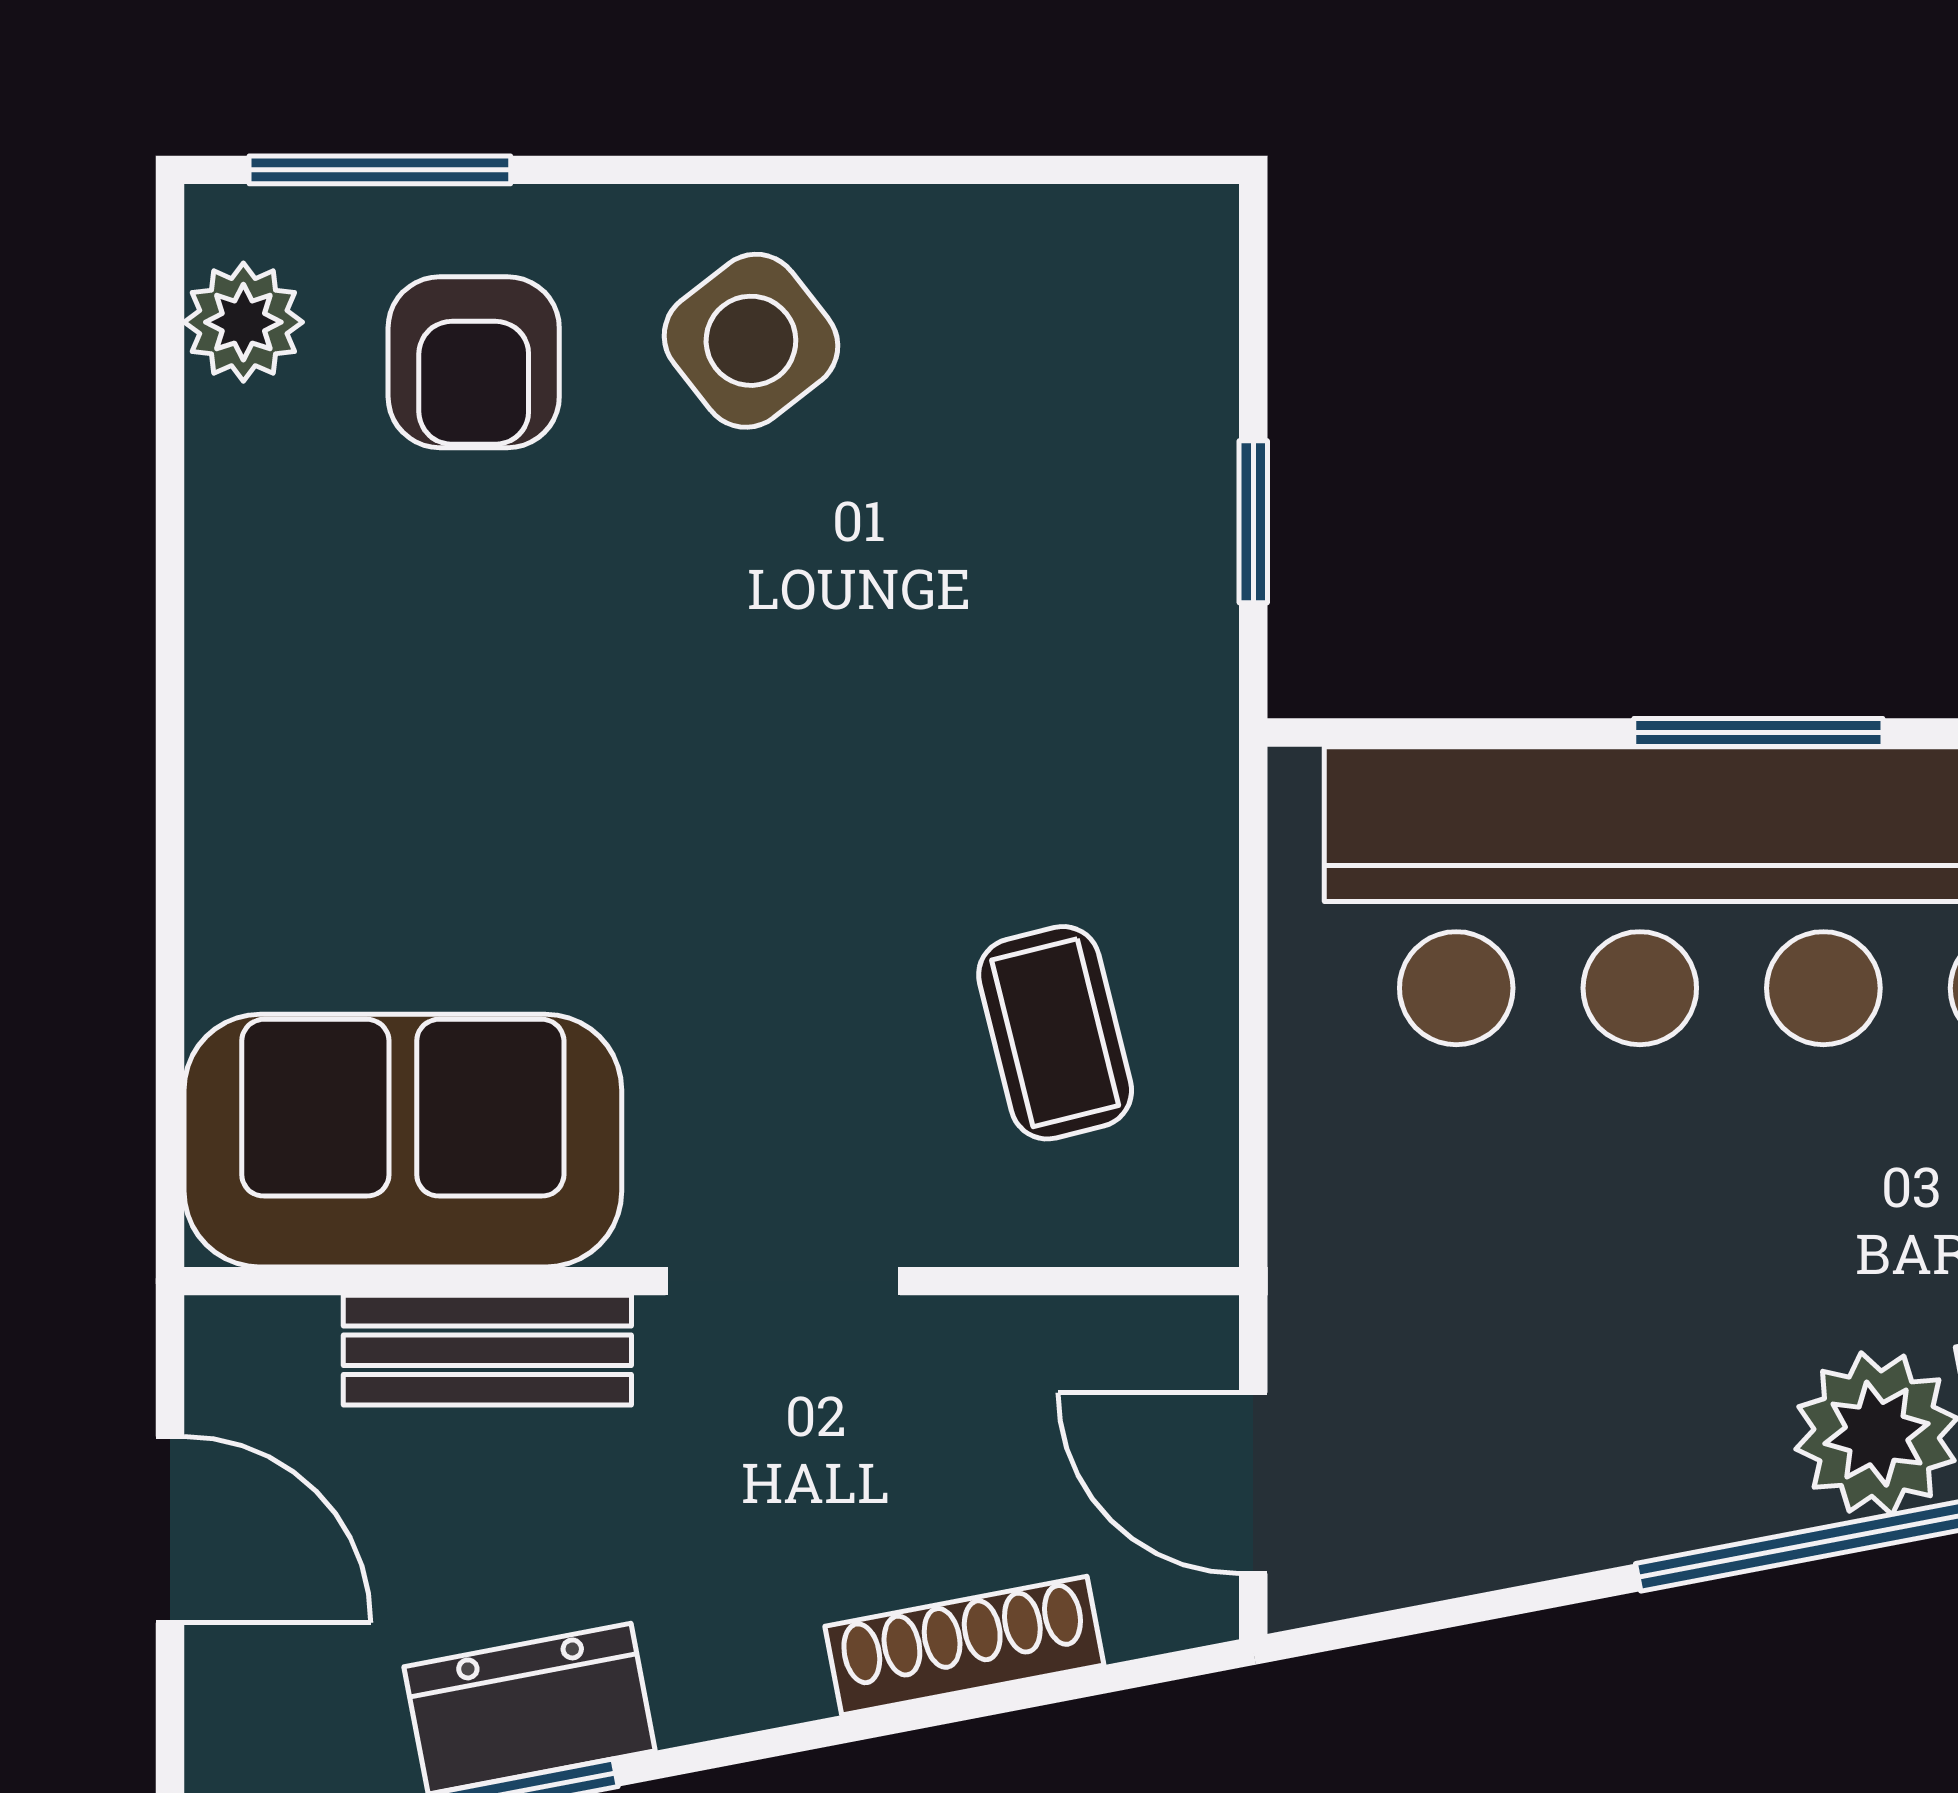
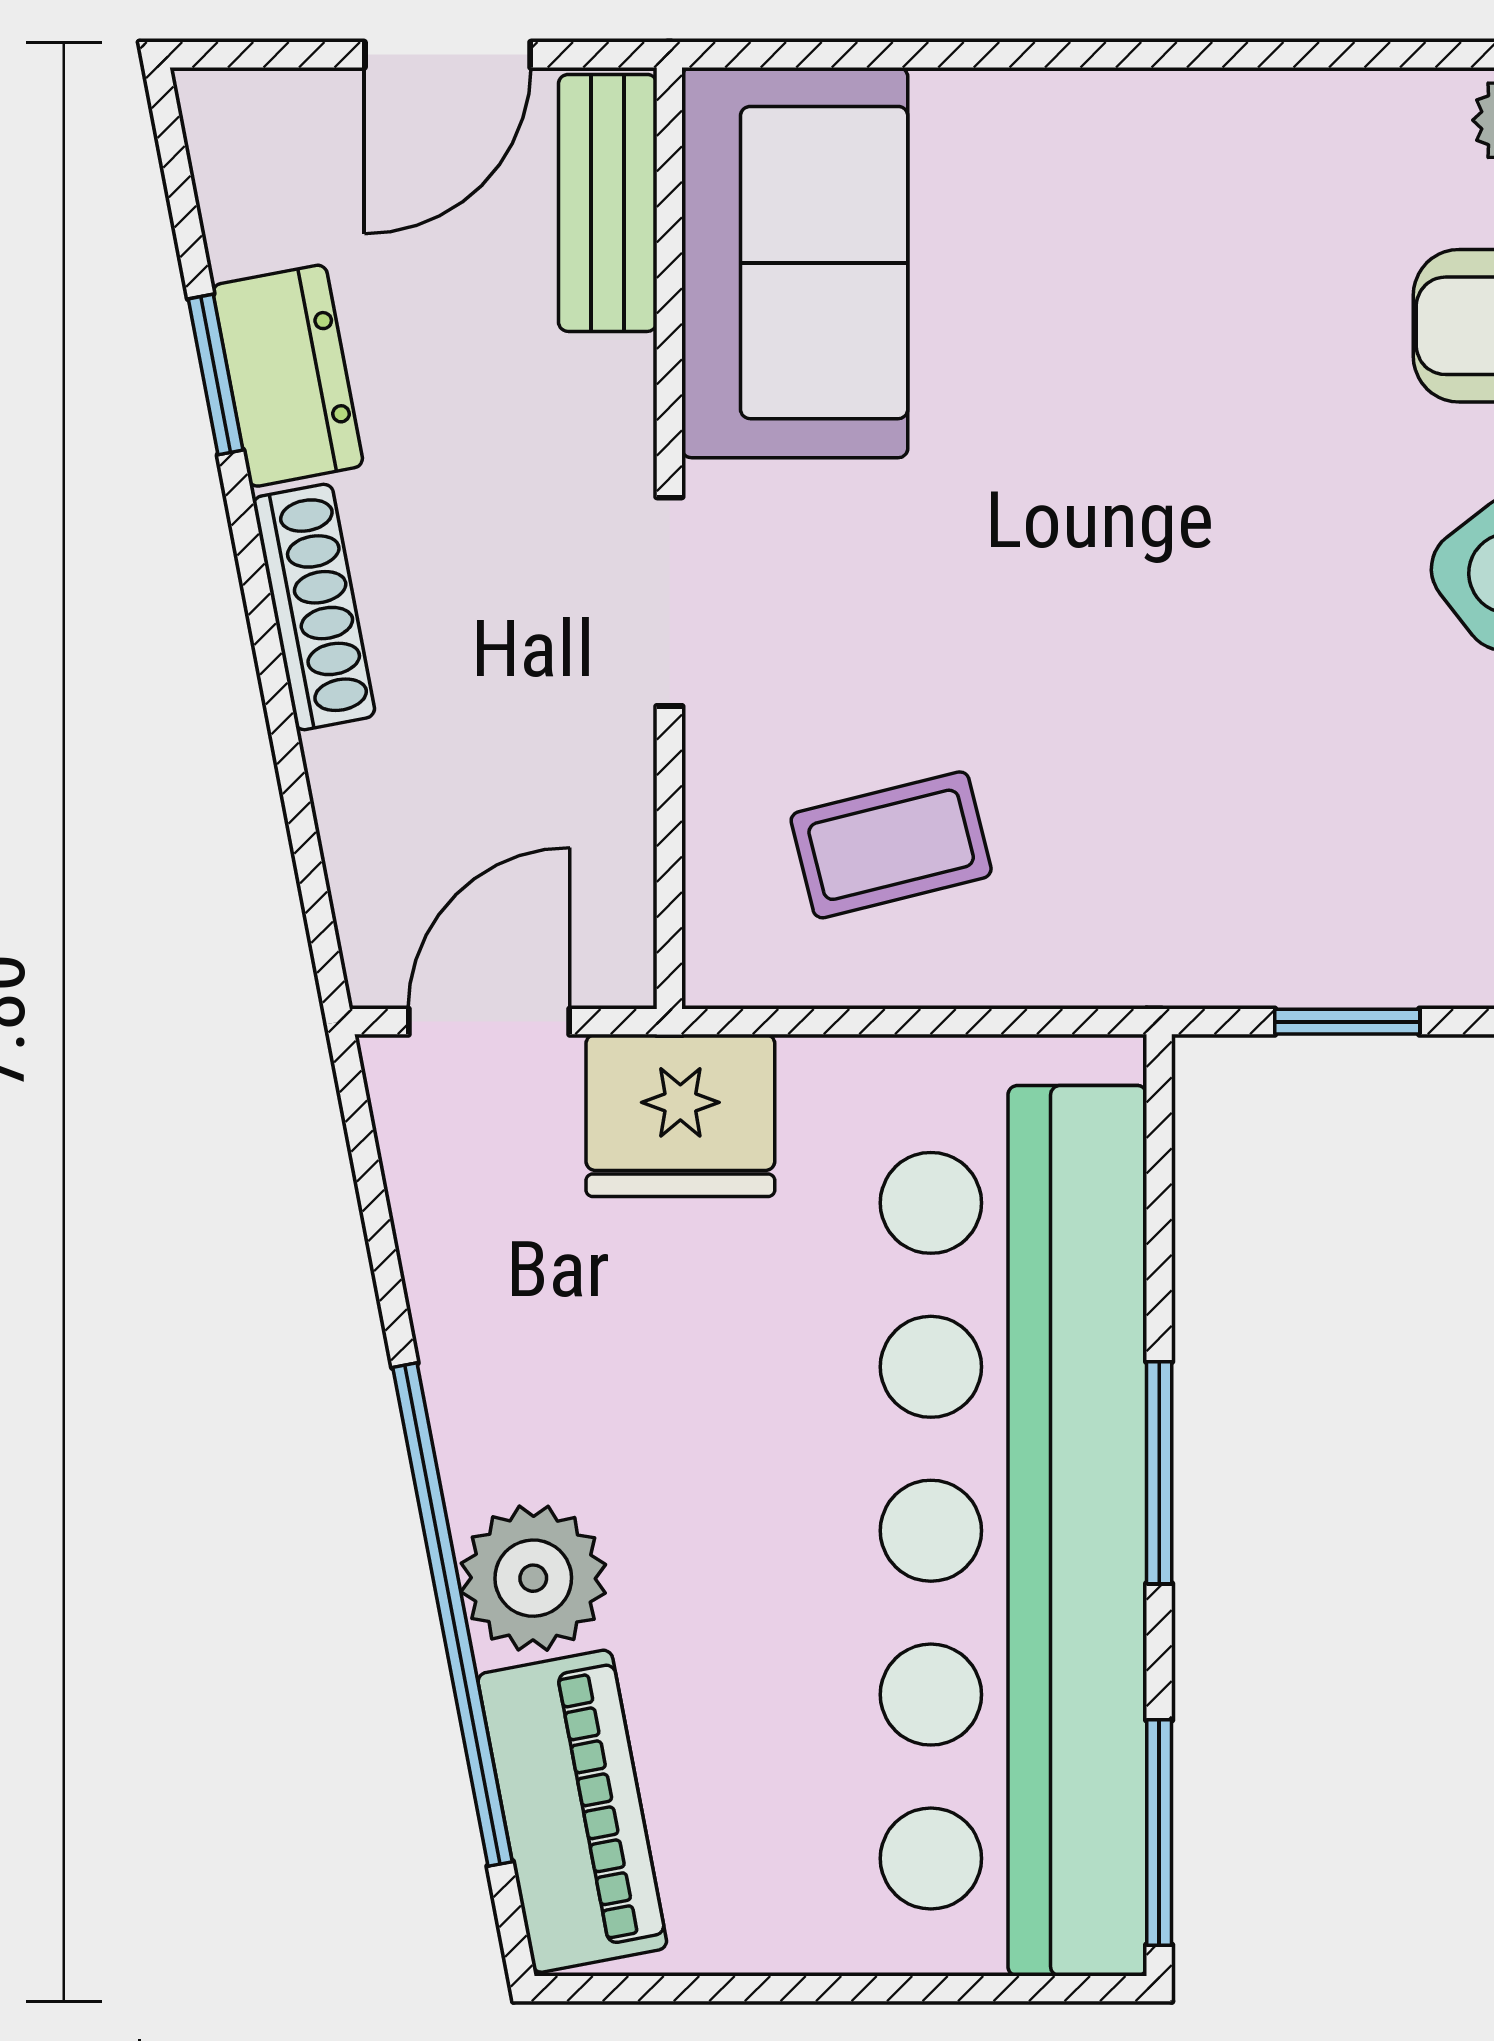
fridge: (1358, 1269) -> (680, 1115), added
bench: (487, 1350) -> (608, 203), moved
shoe rack: (964, 1646) -> (314, 607), moved

